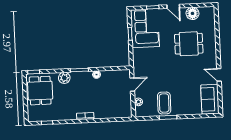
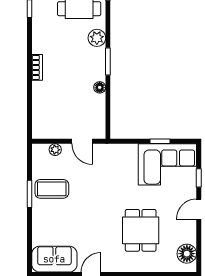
floor lamp: (192, 13) -> (187, 254), moved

